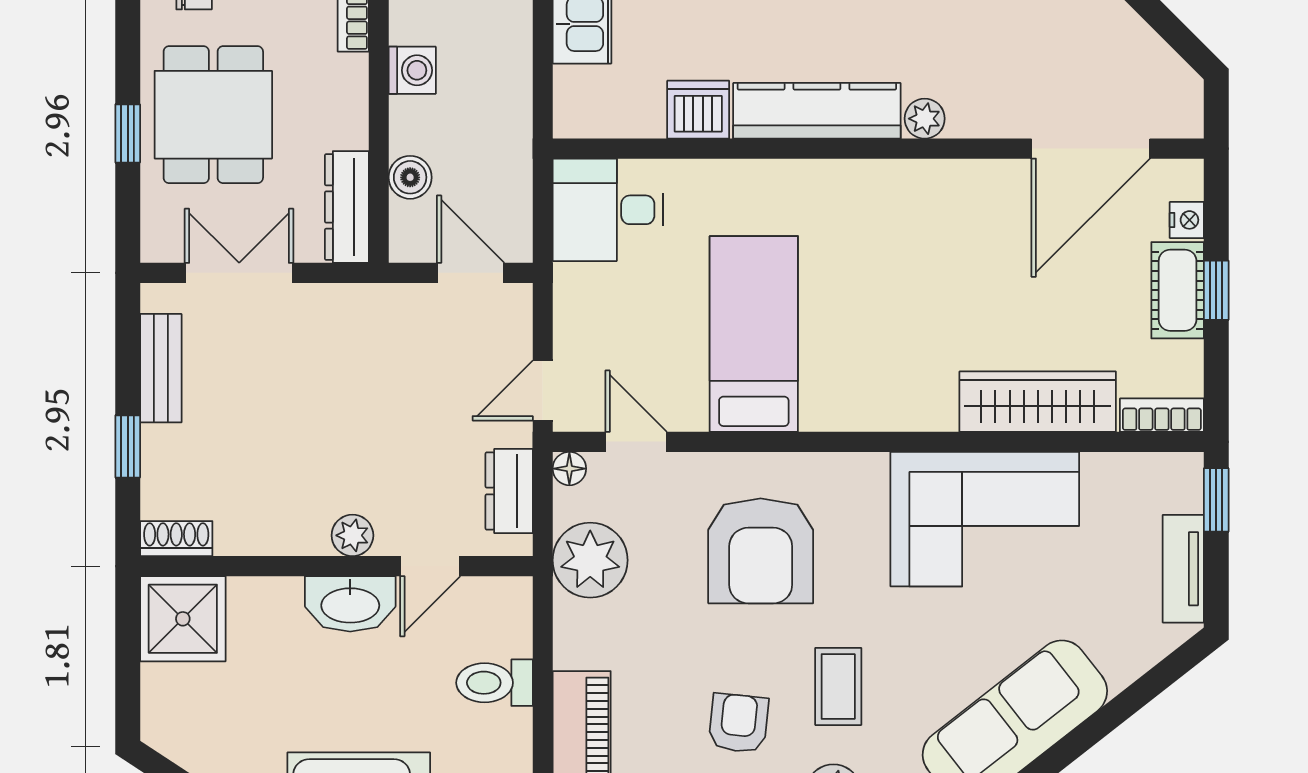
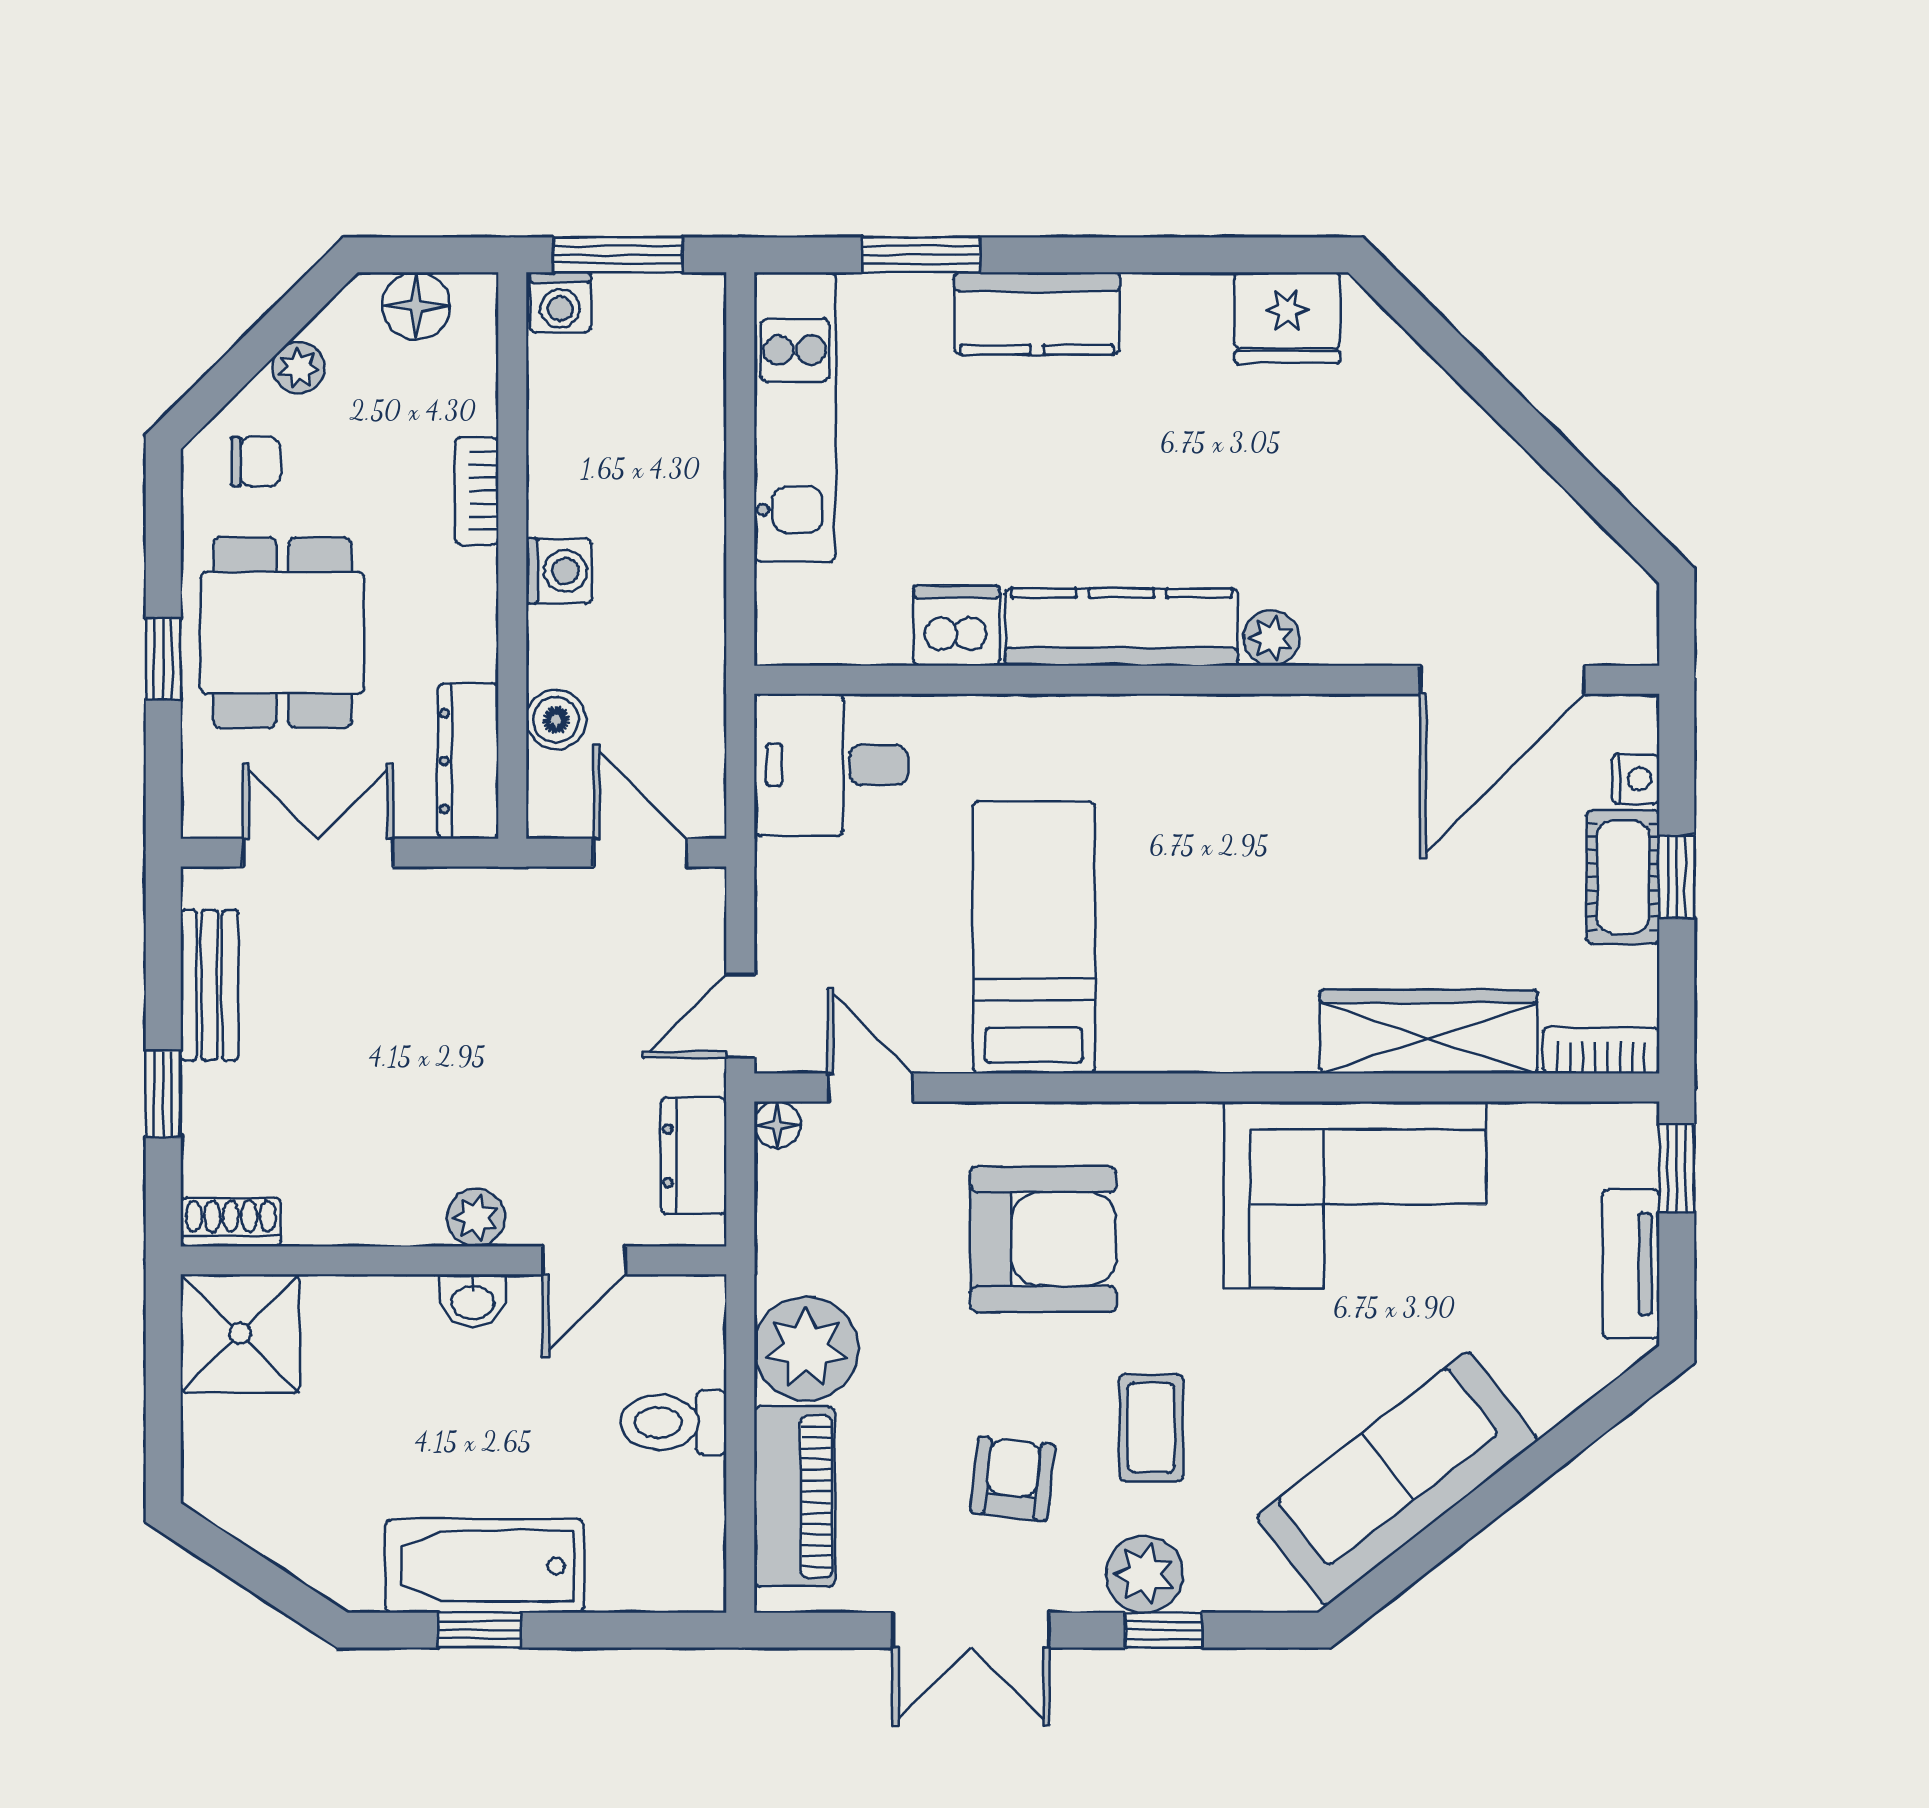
armchair: (761, 551) -> (1043, 1239), turned -90
plant: (590, 560) -> (806, 1349), moved
washbasin: (350, 604) -> (473, 1301), width x0.52, depth x0.69

